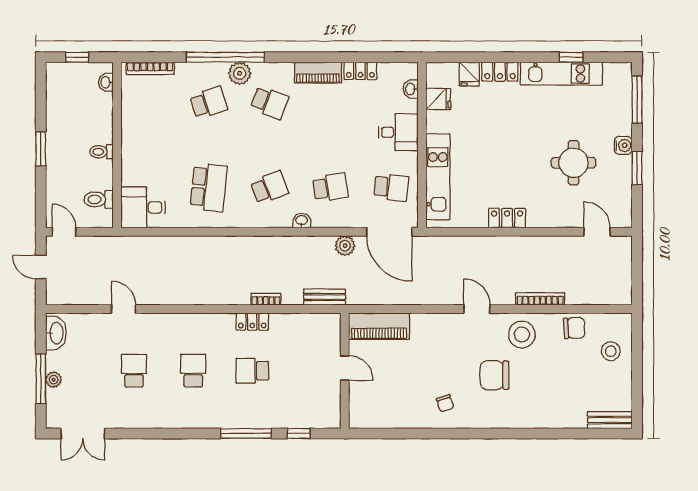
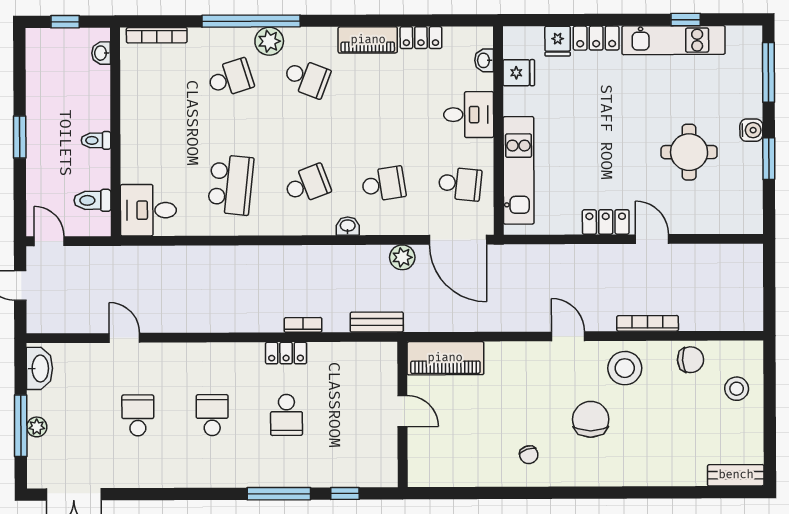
door: (597, 232) -> (652, 239), moved
school desk: (252, 371) -> (286, 415), turned -90
chair: (495, 375) -> (591, 419), turned 90

